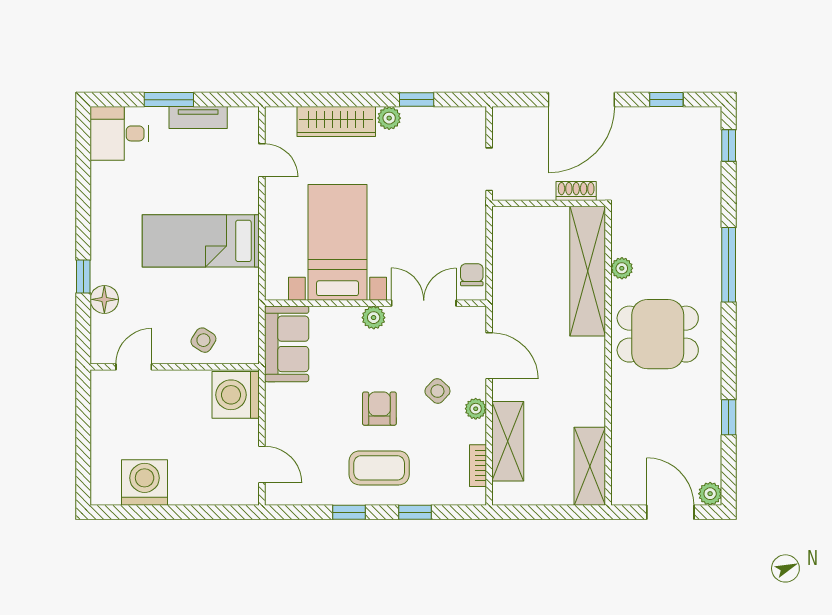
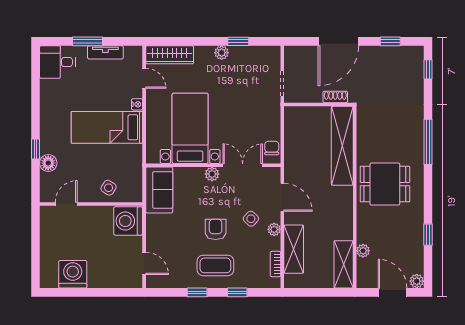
wardrobe: (336, 122) -> (170, 55), moved
nightstand: (250, 203) -> (137, 104), added
plant: (622, 268) -> (363, 251), moved

